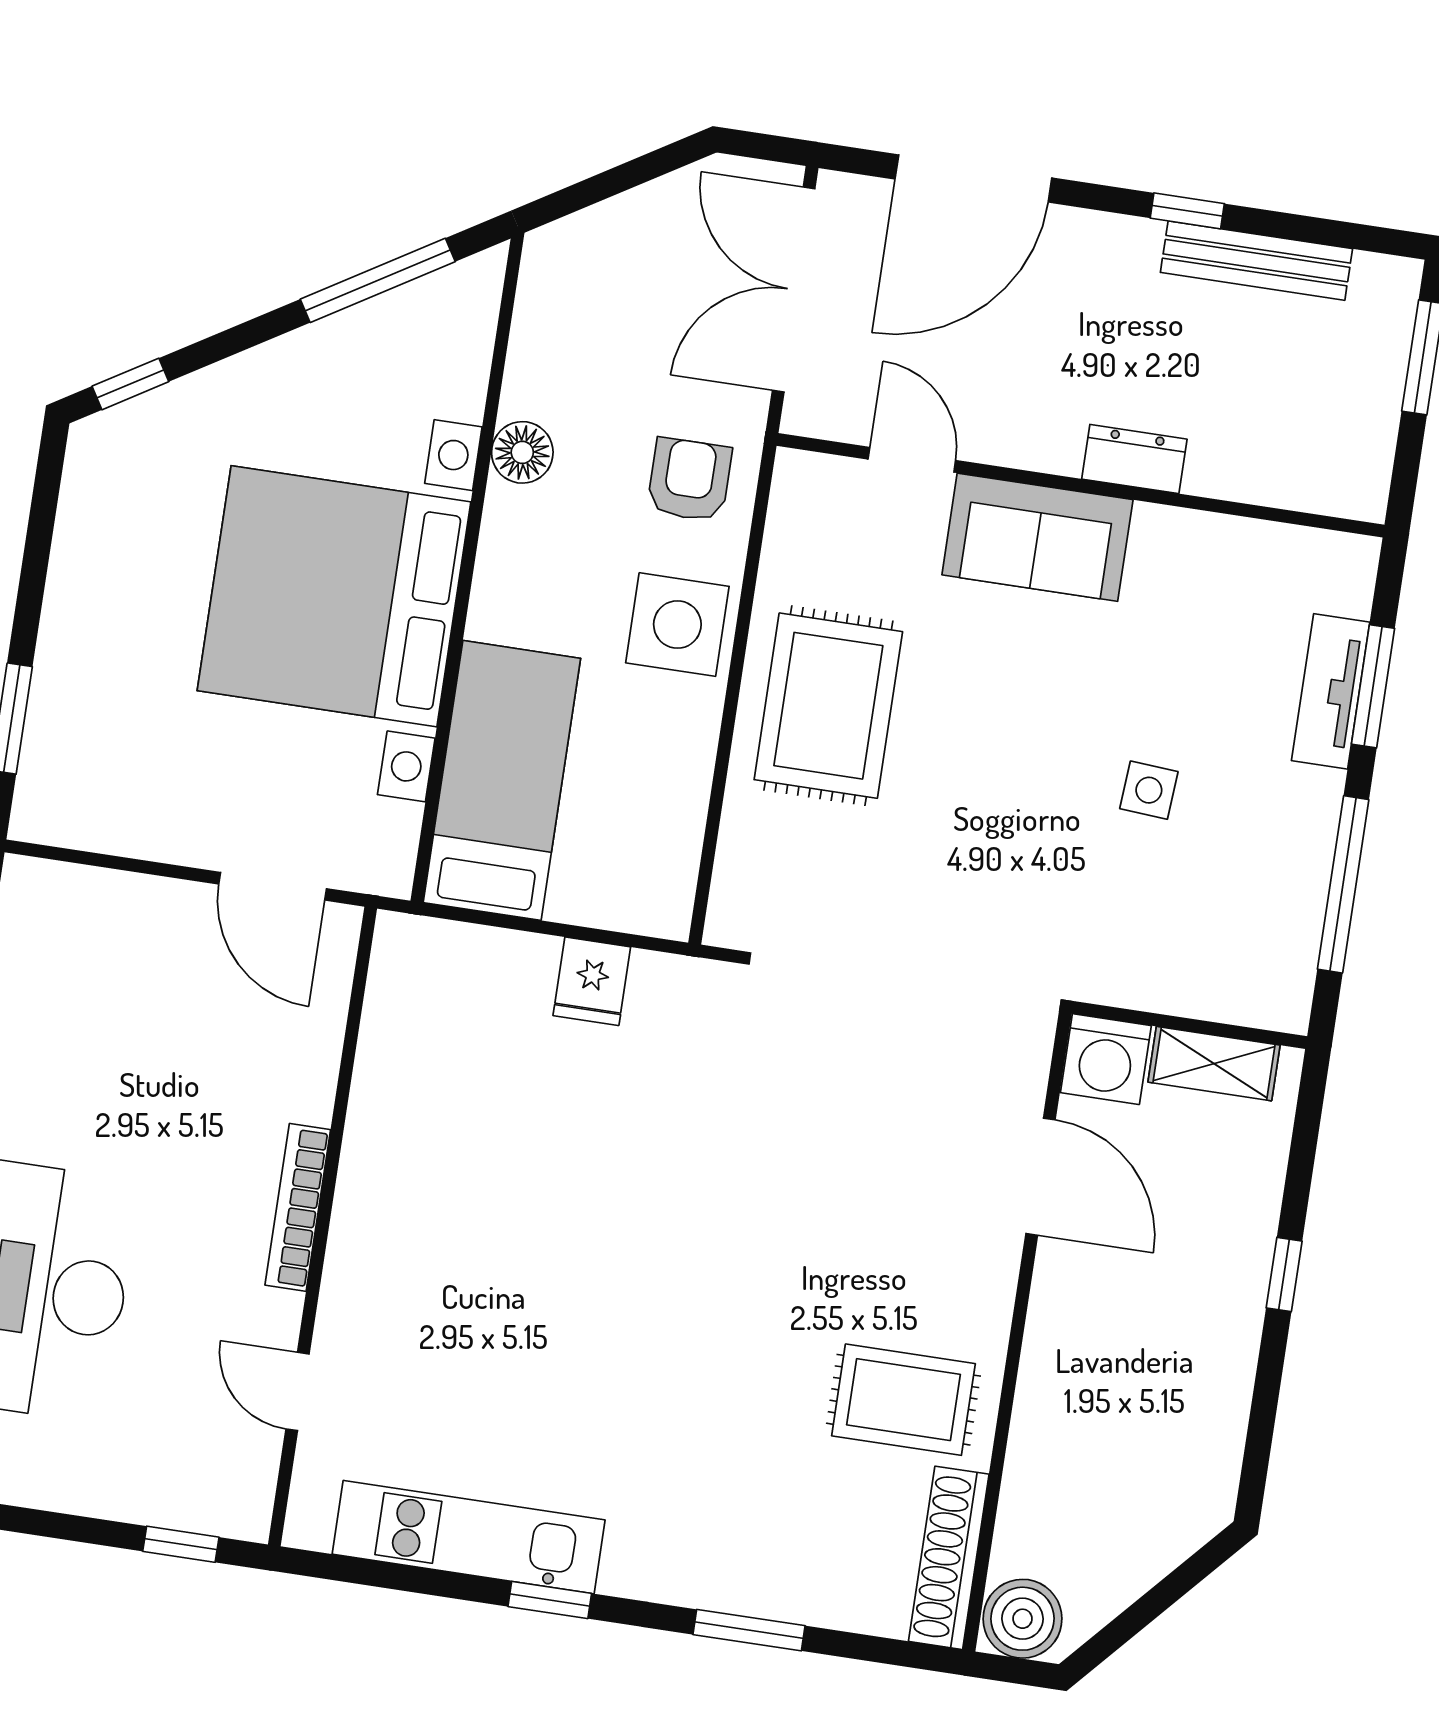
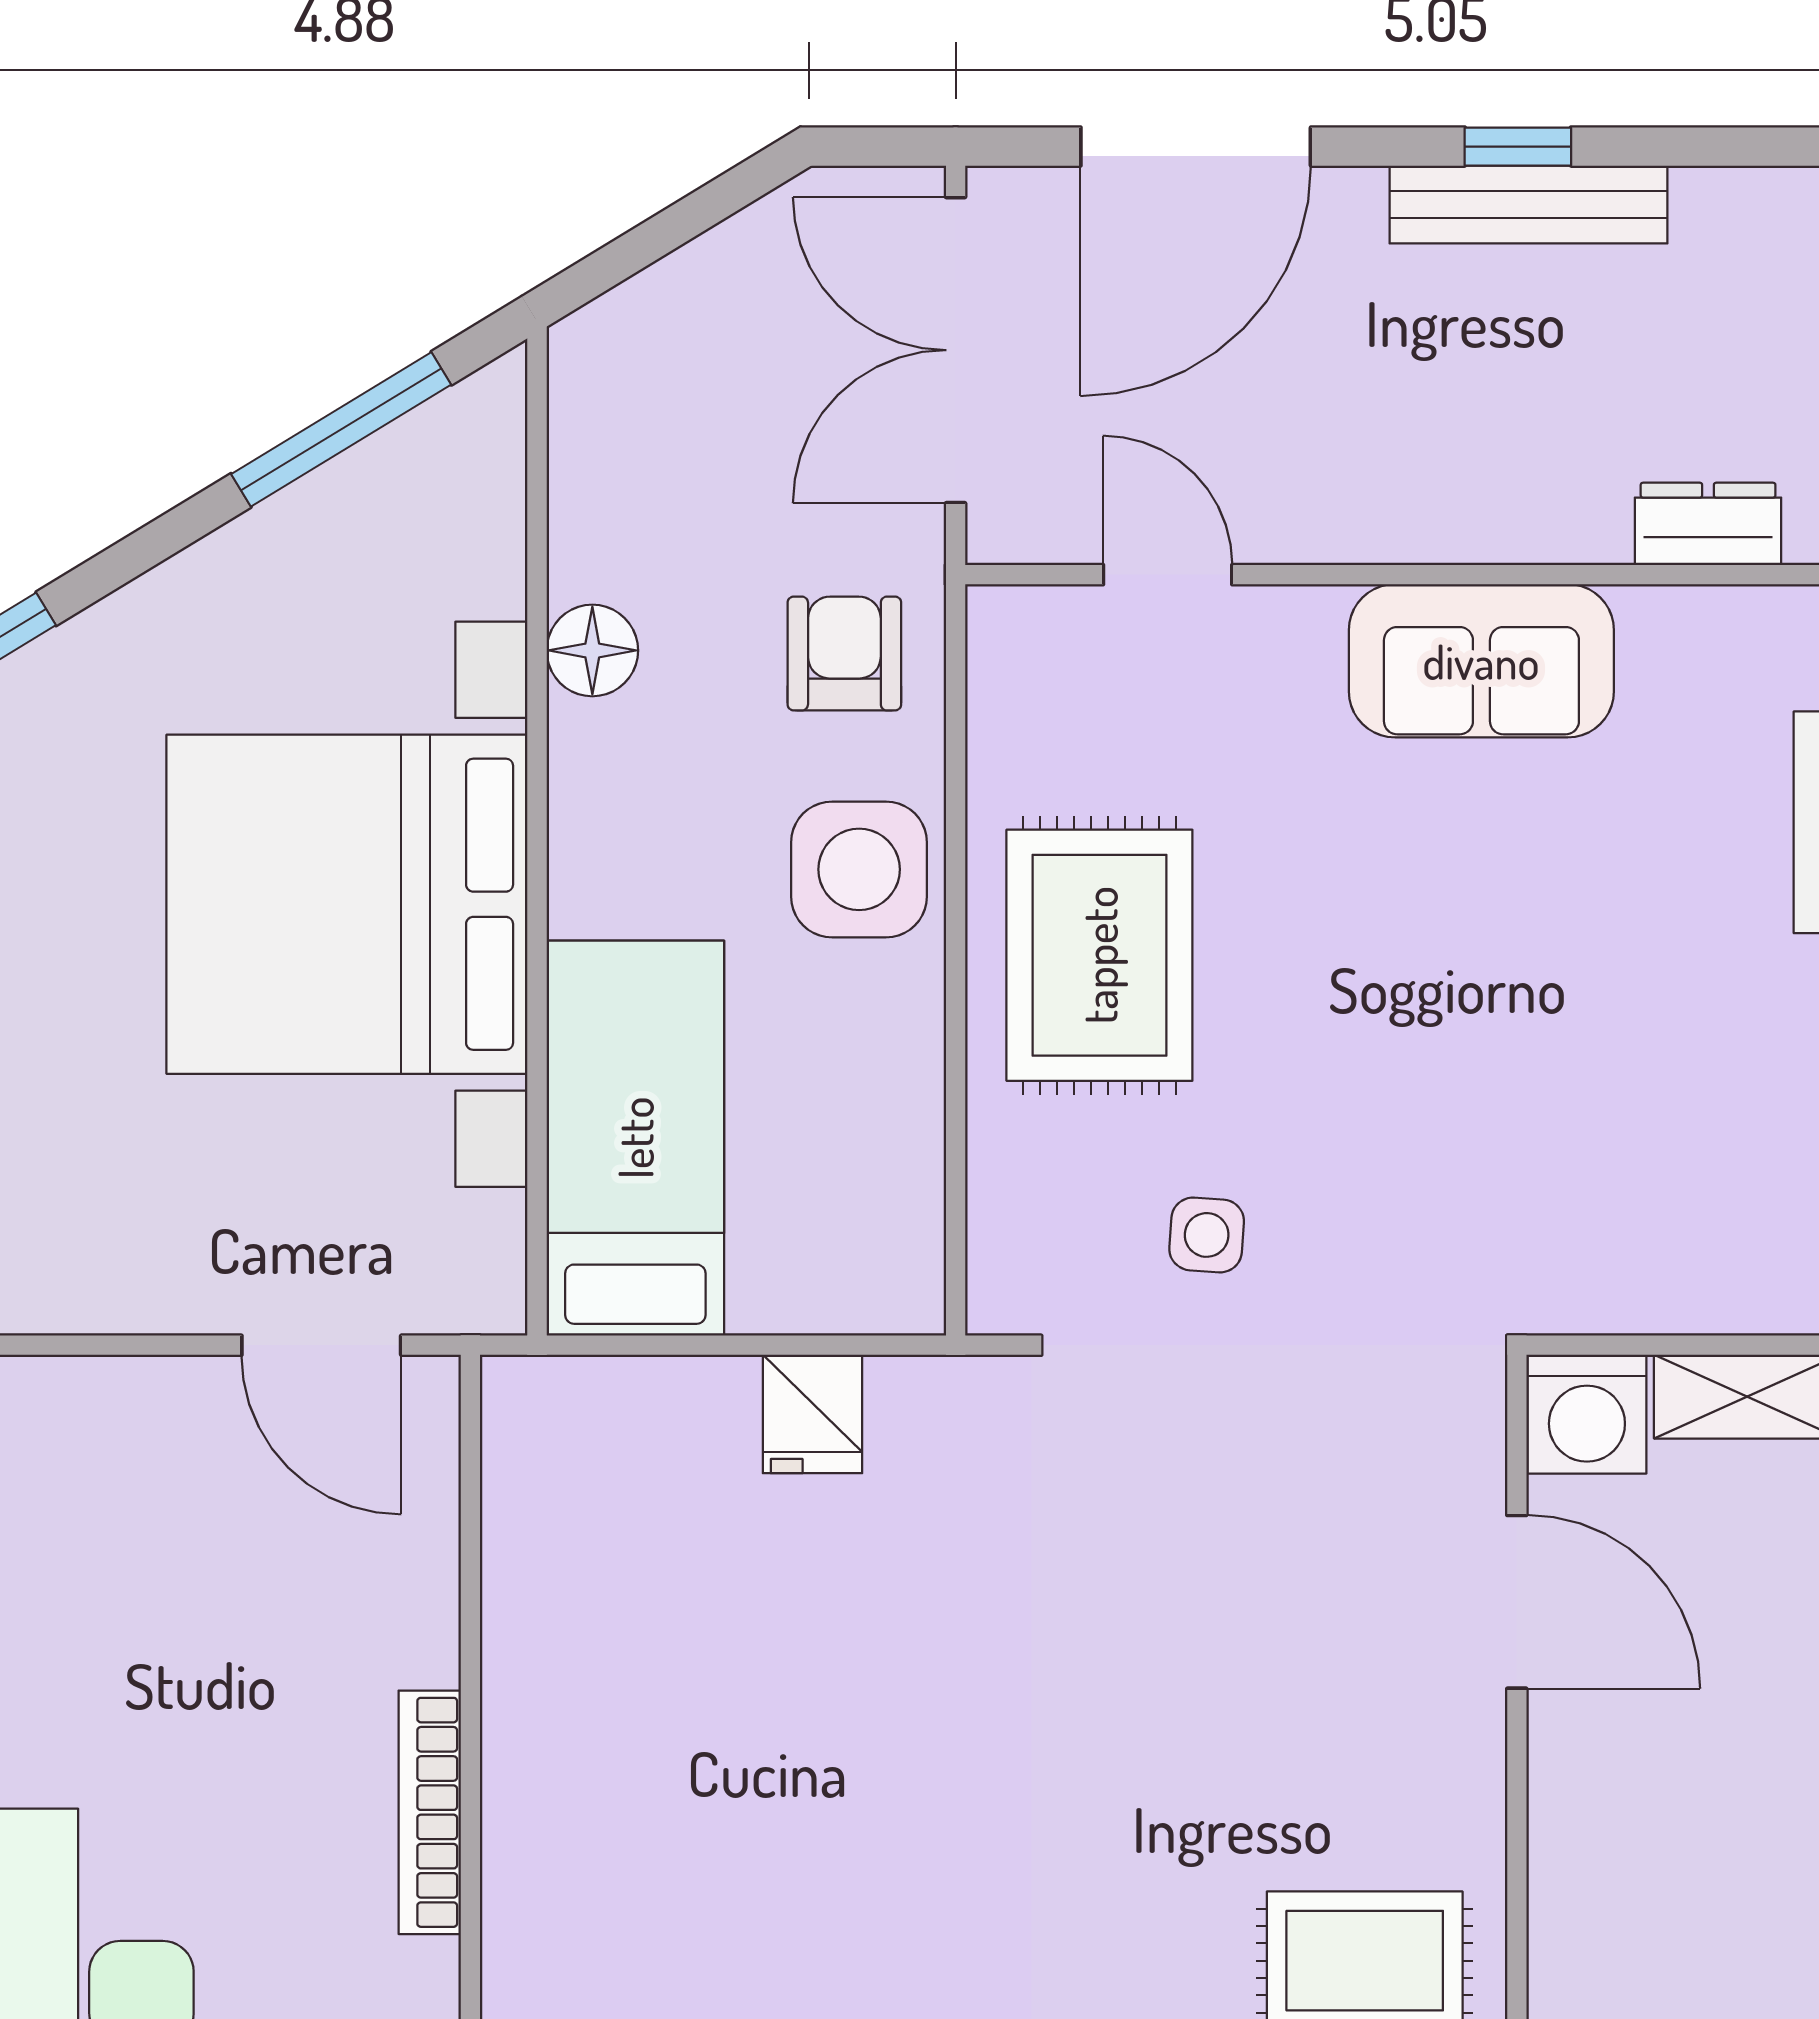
bench: (1256, 261) -> (1529, 204), moved
dresser: (1134, 459) -> (1708, 524), moved
sofa: (1037, 537) -> (1481, 661), moved
side table: (1149, 790) -> (1207, 1235), moved

